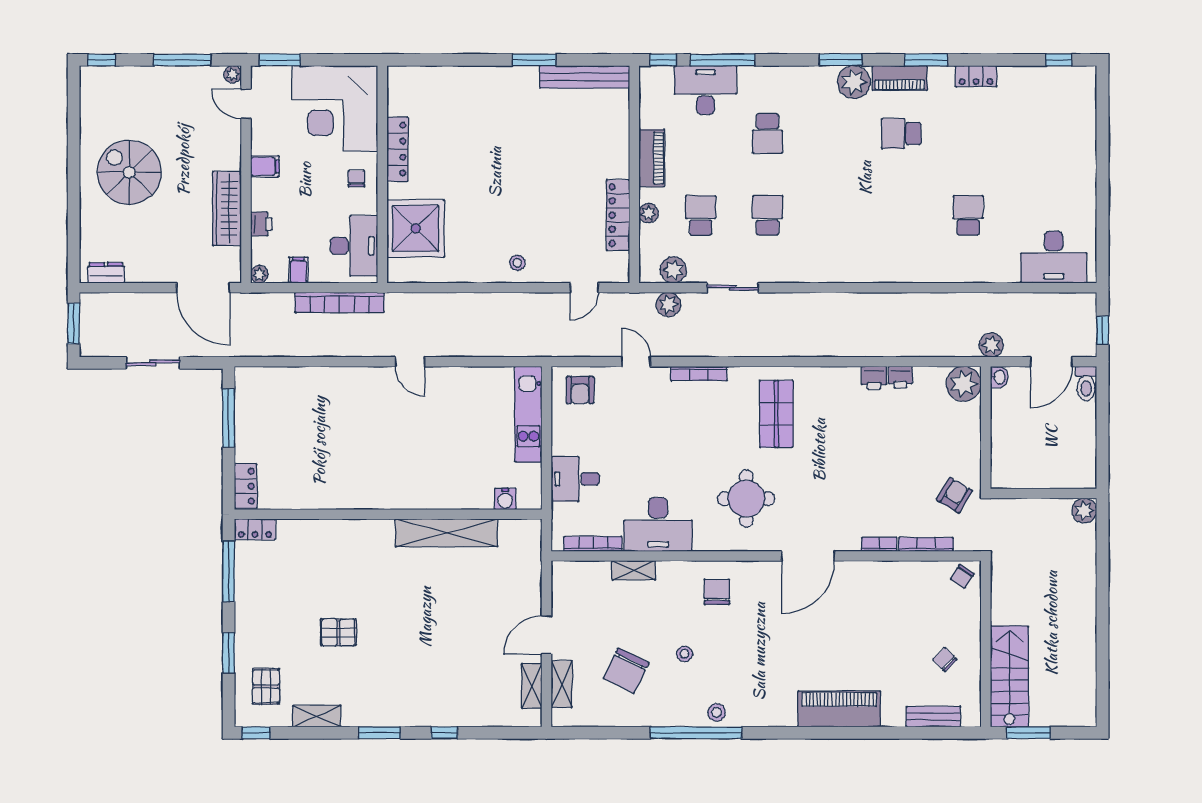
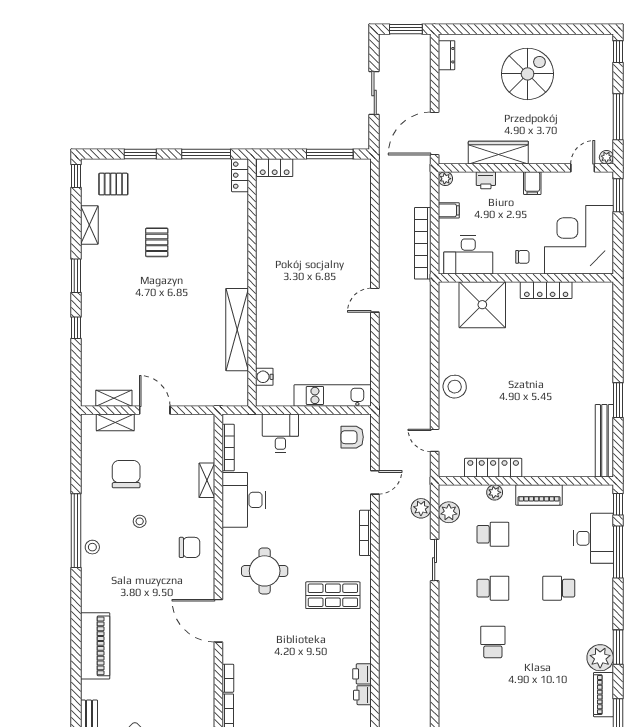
school desk: (901, 133) -> (493, 642), moved
stool: (517, 263) -> (455, 387), width x1.89, depth x1.89
chair: (626, 671) -> (126, 474), turned 64

